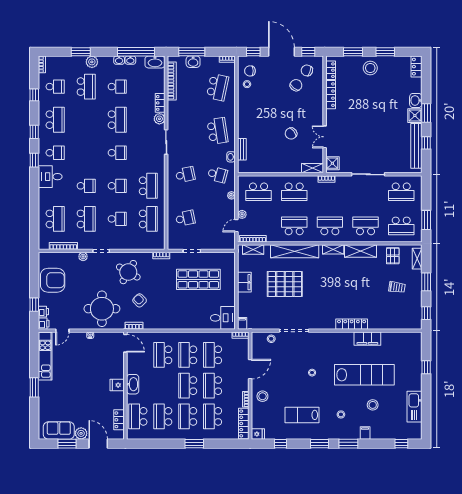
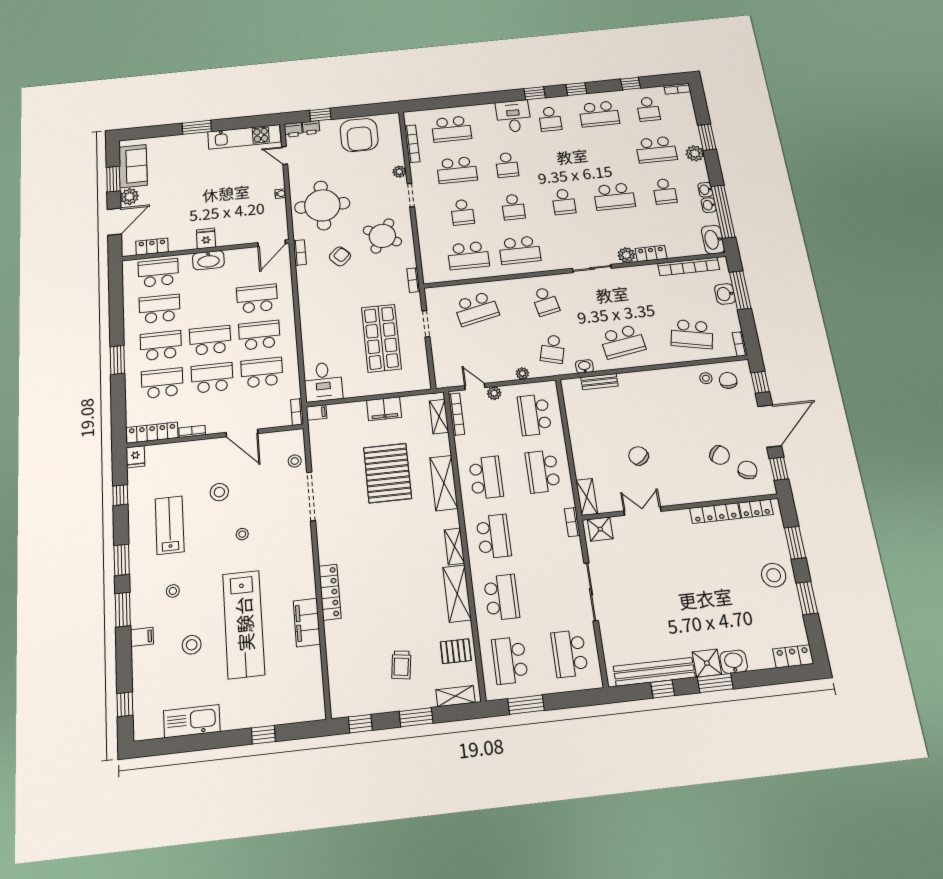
school desk: (185, 218) -> (476, 309), width x1.85
shelving: (295, 251) -> (444, 483), width x0.68
stool: (262, 396) -> (219, 492), moved

